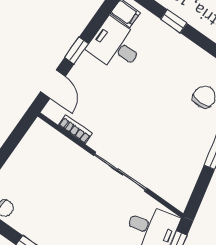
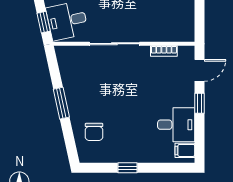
window: (174, 21) -> (128, 168), moved
door: (53, 84) -> (200, 70), swing flipped

